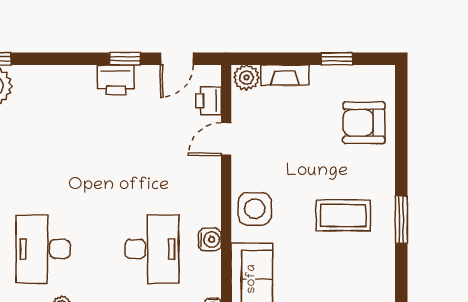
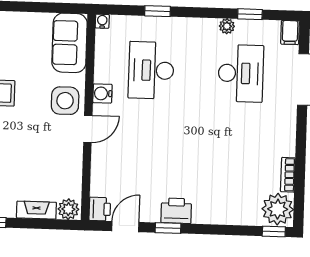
printer: (208, 101) -> (100, 209), moved
door: (226, 139) -> (88, 129), moved
water cooler: (210, 240) -> (102, 93), moved

